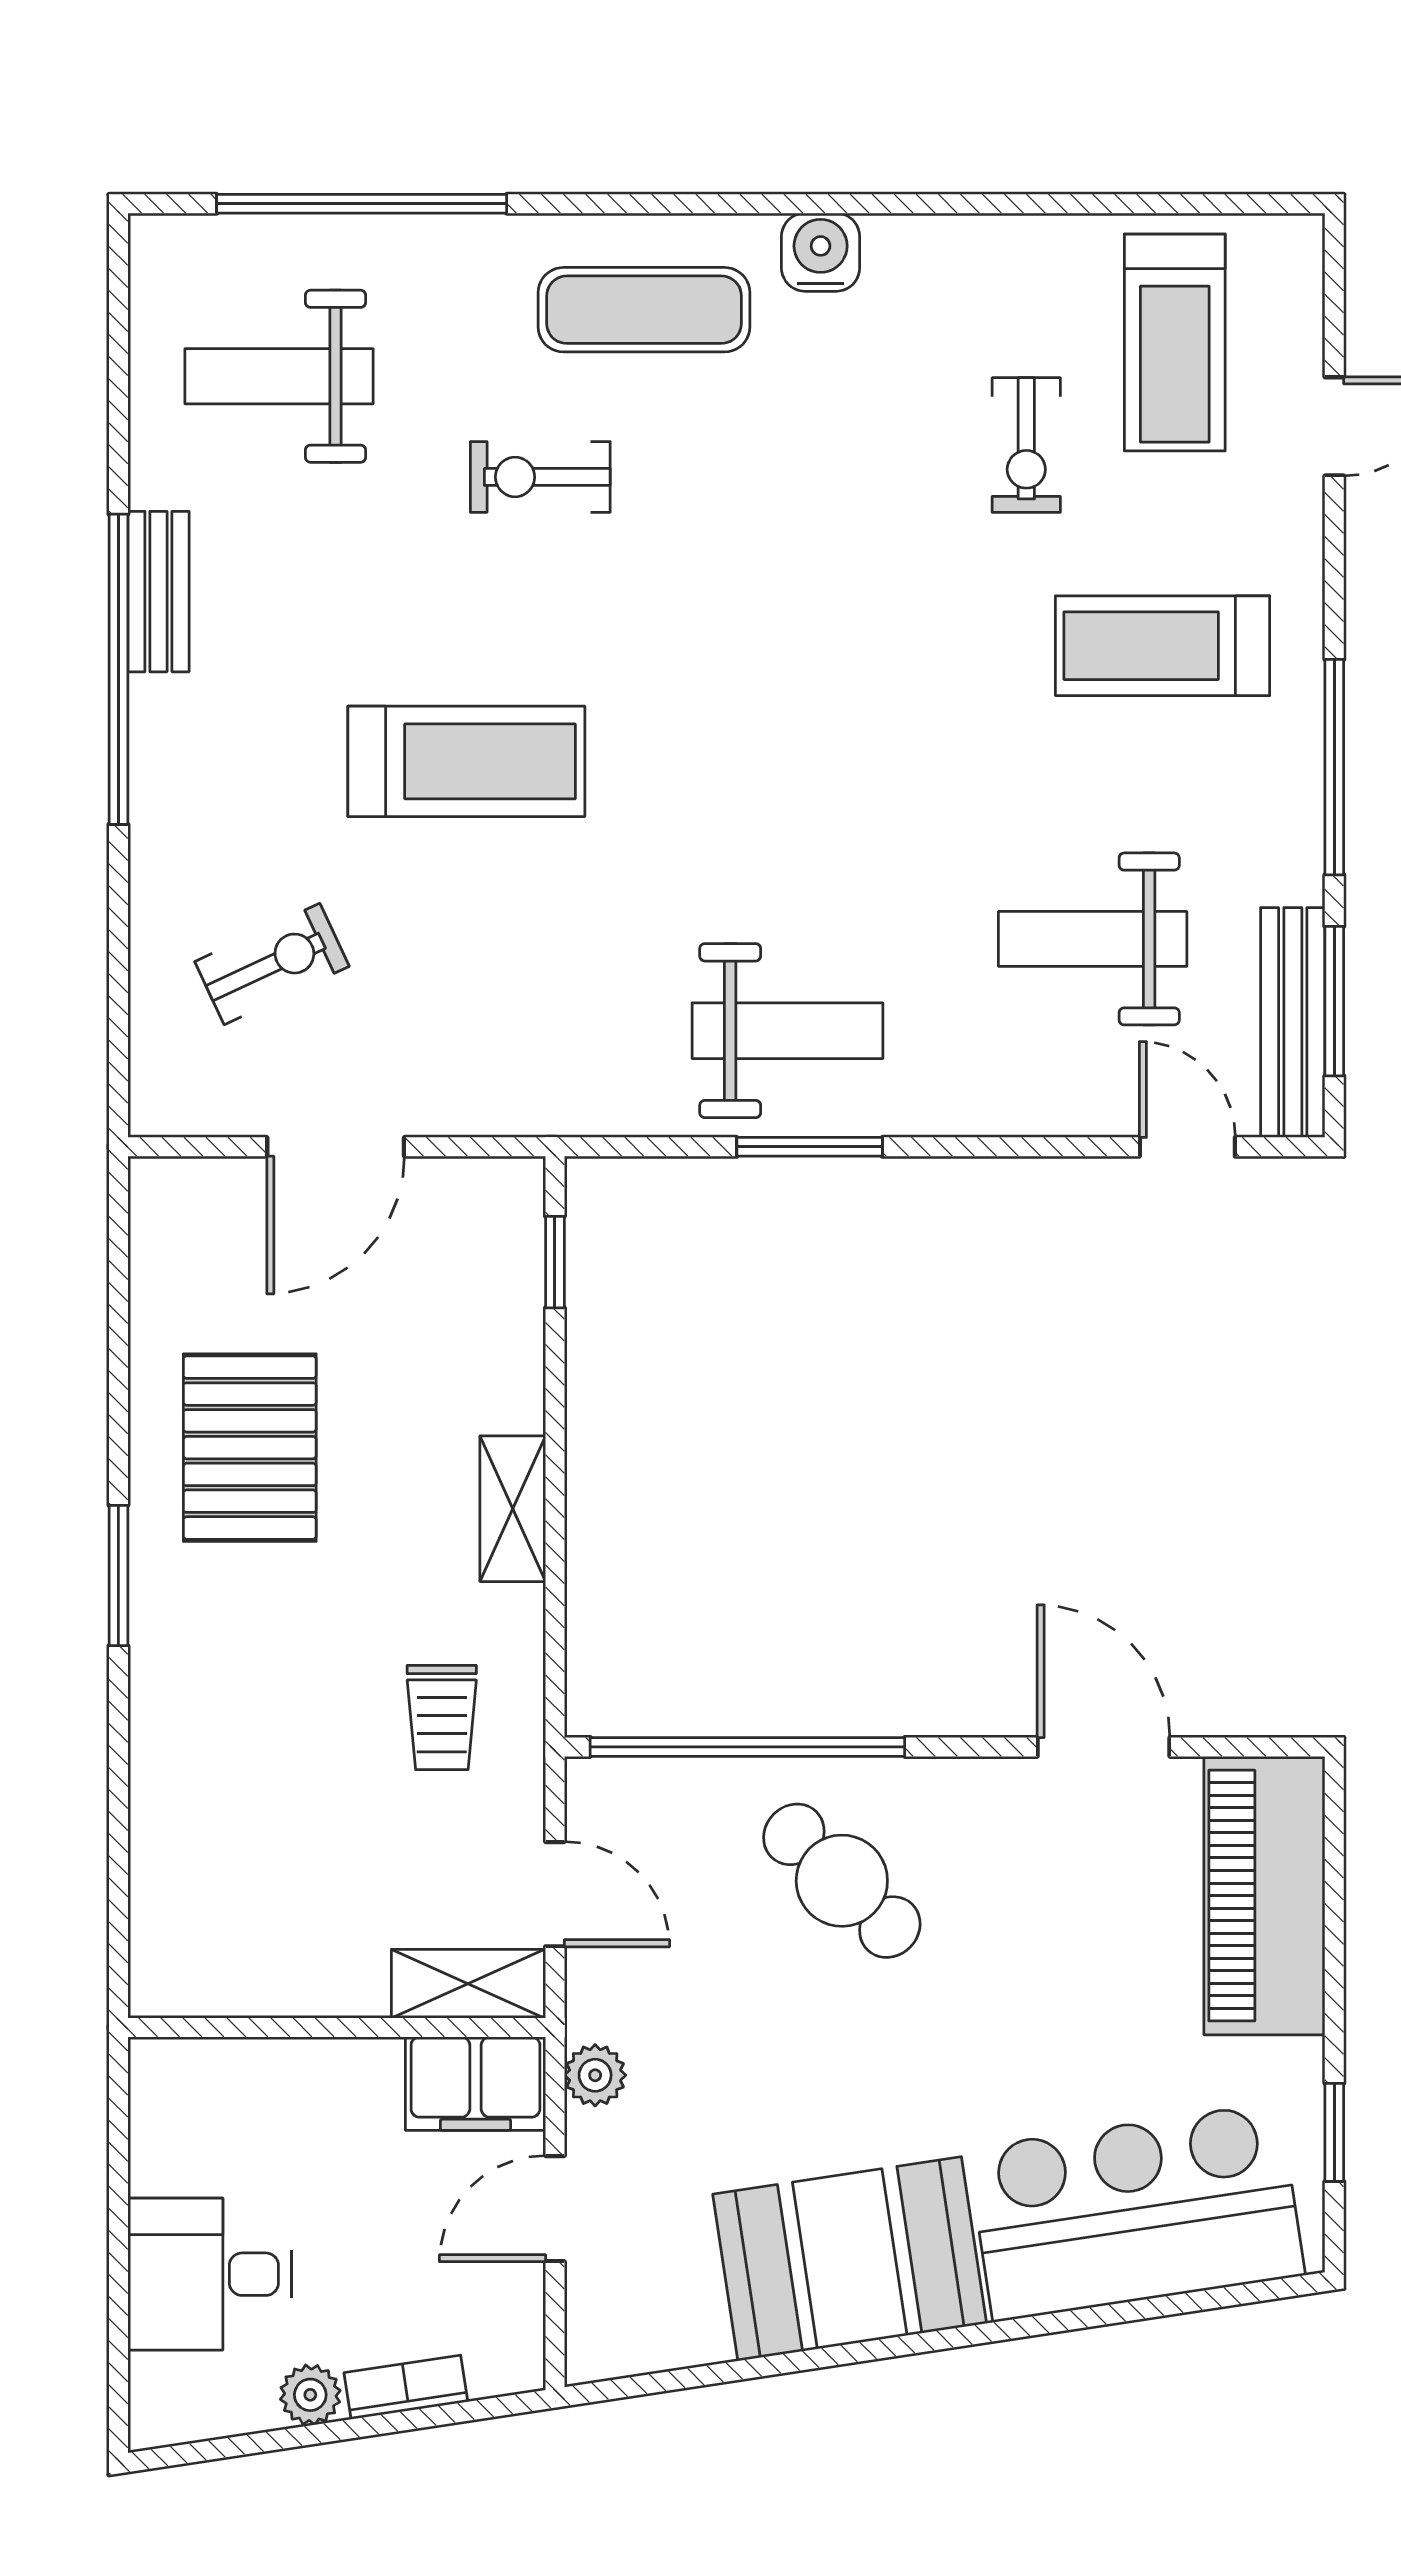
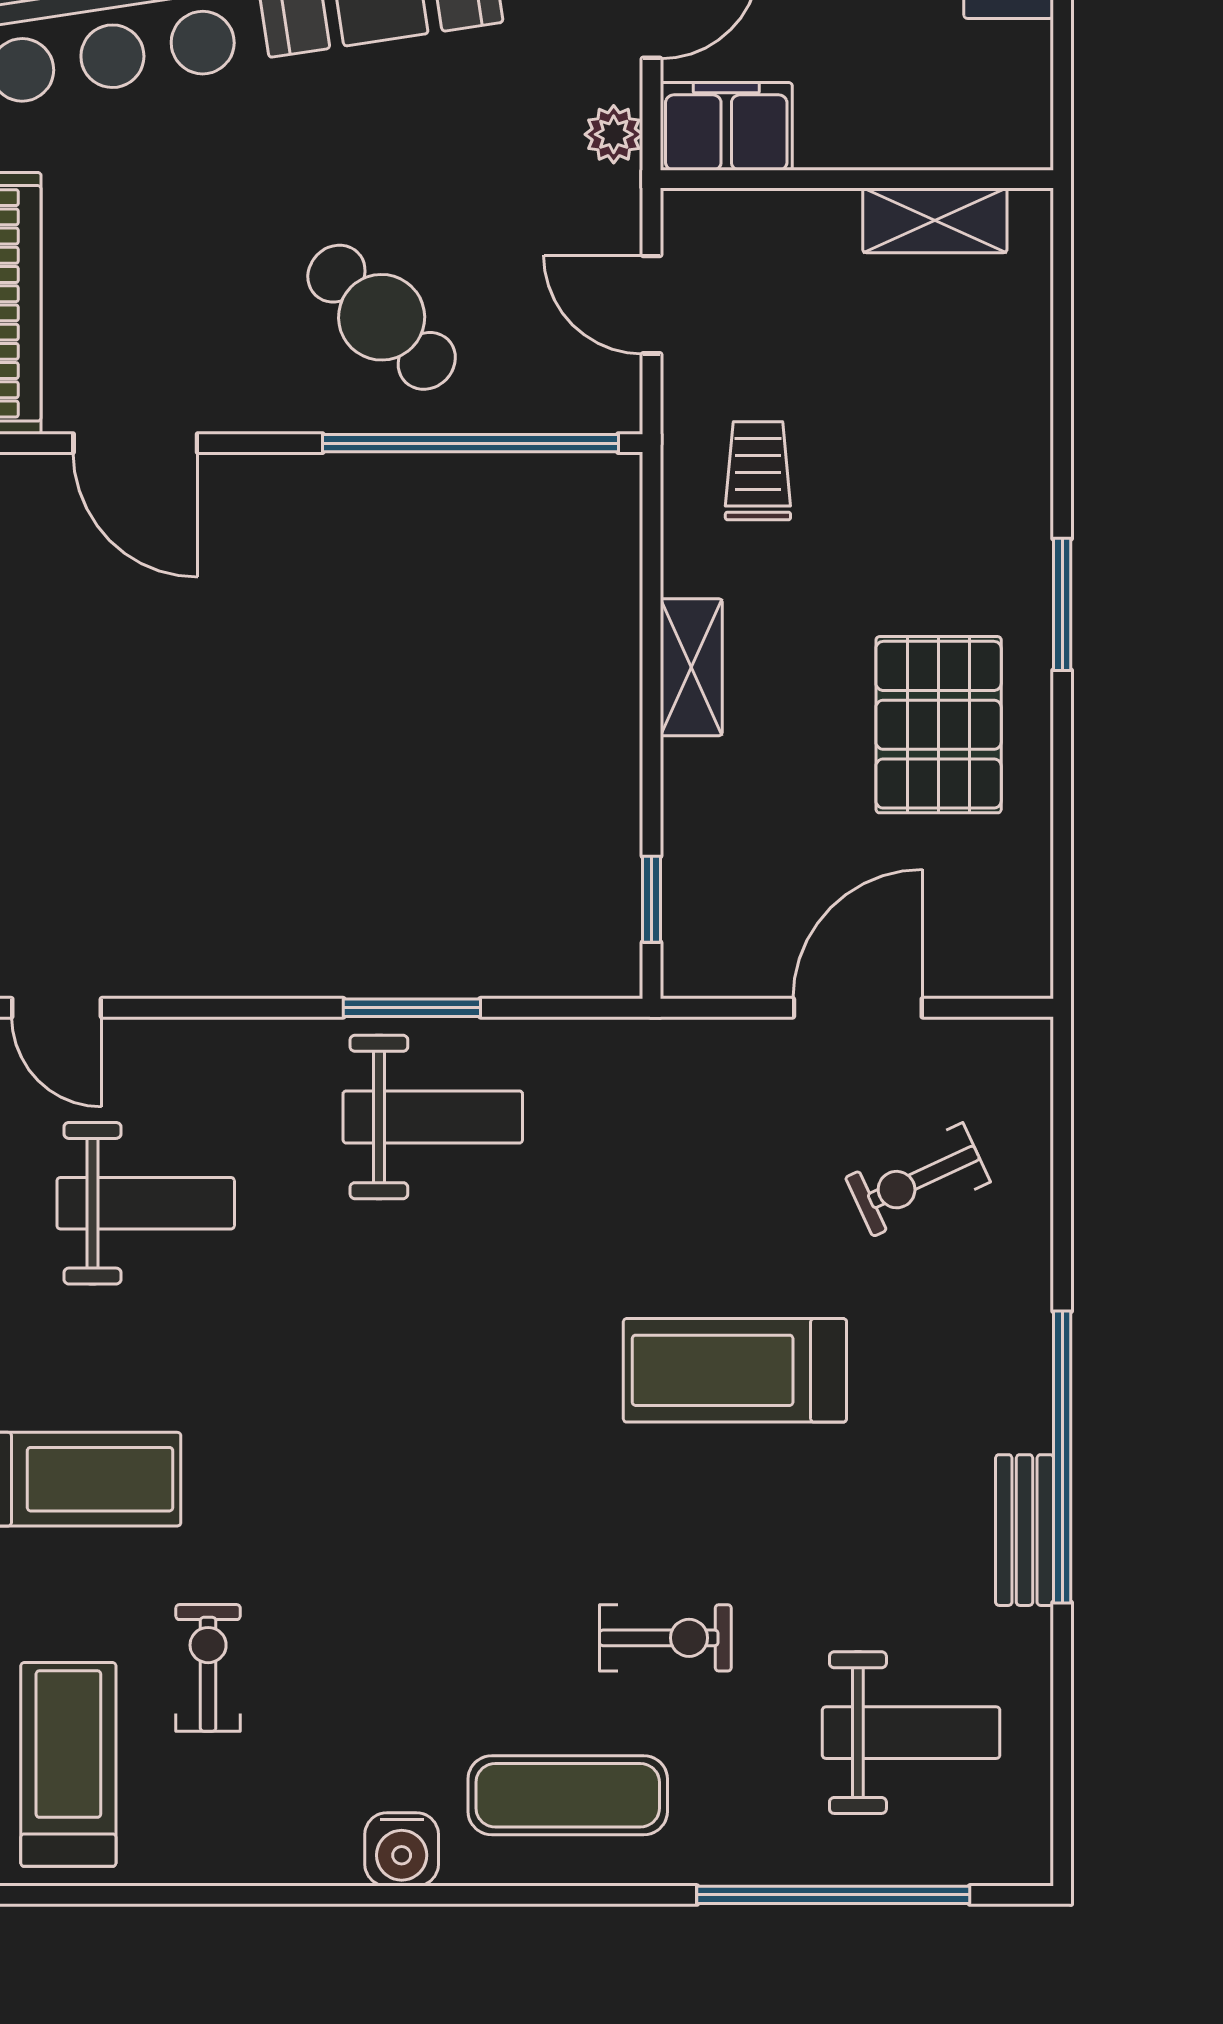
weight bench: (787, 1031) -> (433, 1117), turned 180
shelving: (468, 1984) -> (935, 220), moved

